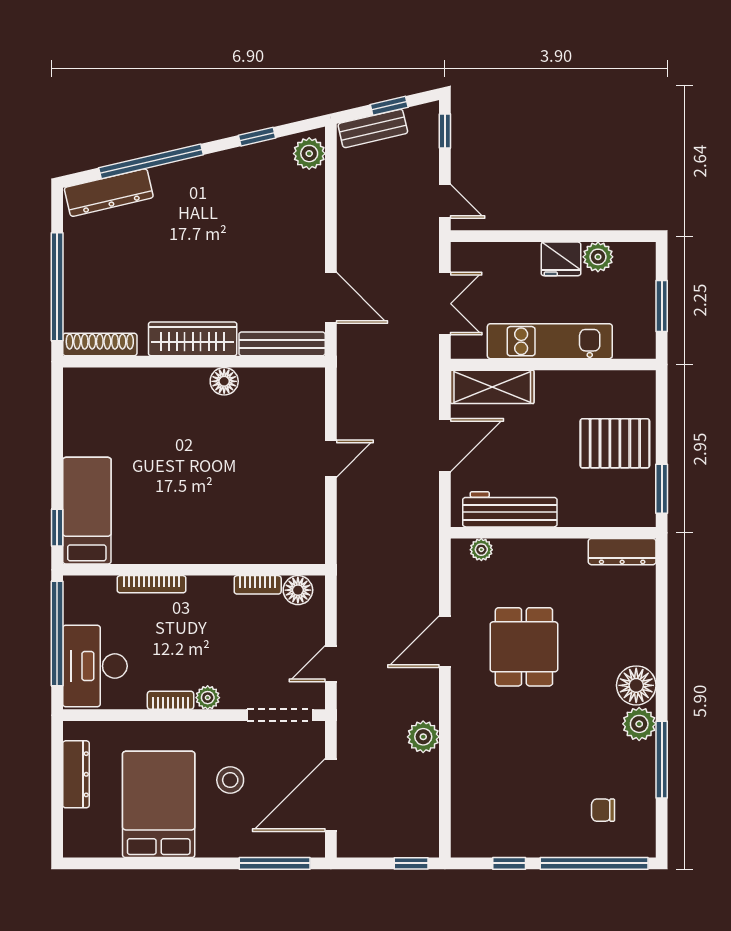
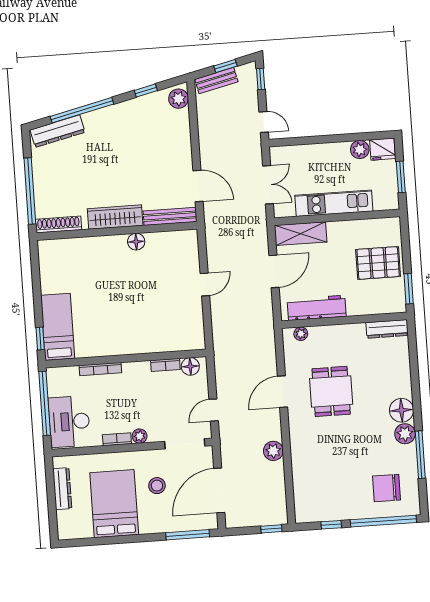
fridge: (561, 259) -> (382, 149), moved
chair: (603, 810) -> (387, 488), width x1.87, depth x1.87

